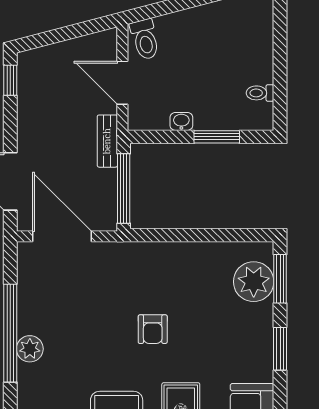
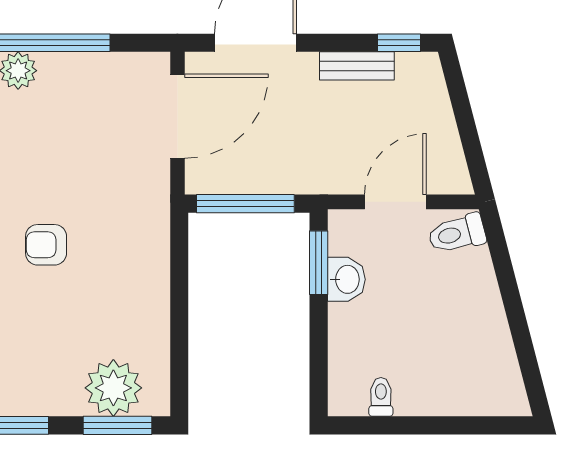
washbasin: (181, 121) -> (346, 279), width x1.38, depth x1.45
window: (217, 137) -> (319, 263), moved
bench: (107, 141) -> (357, 66), moved

